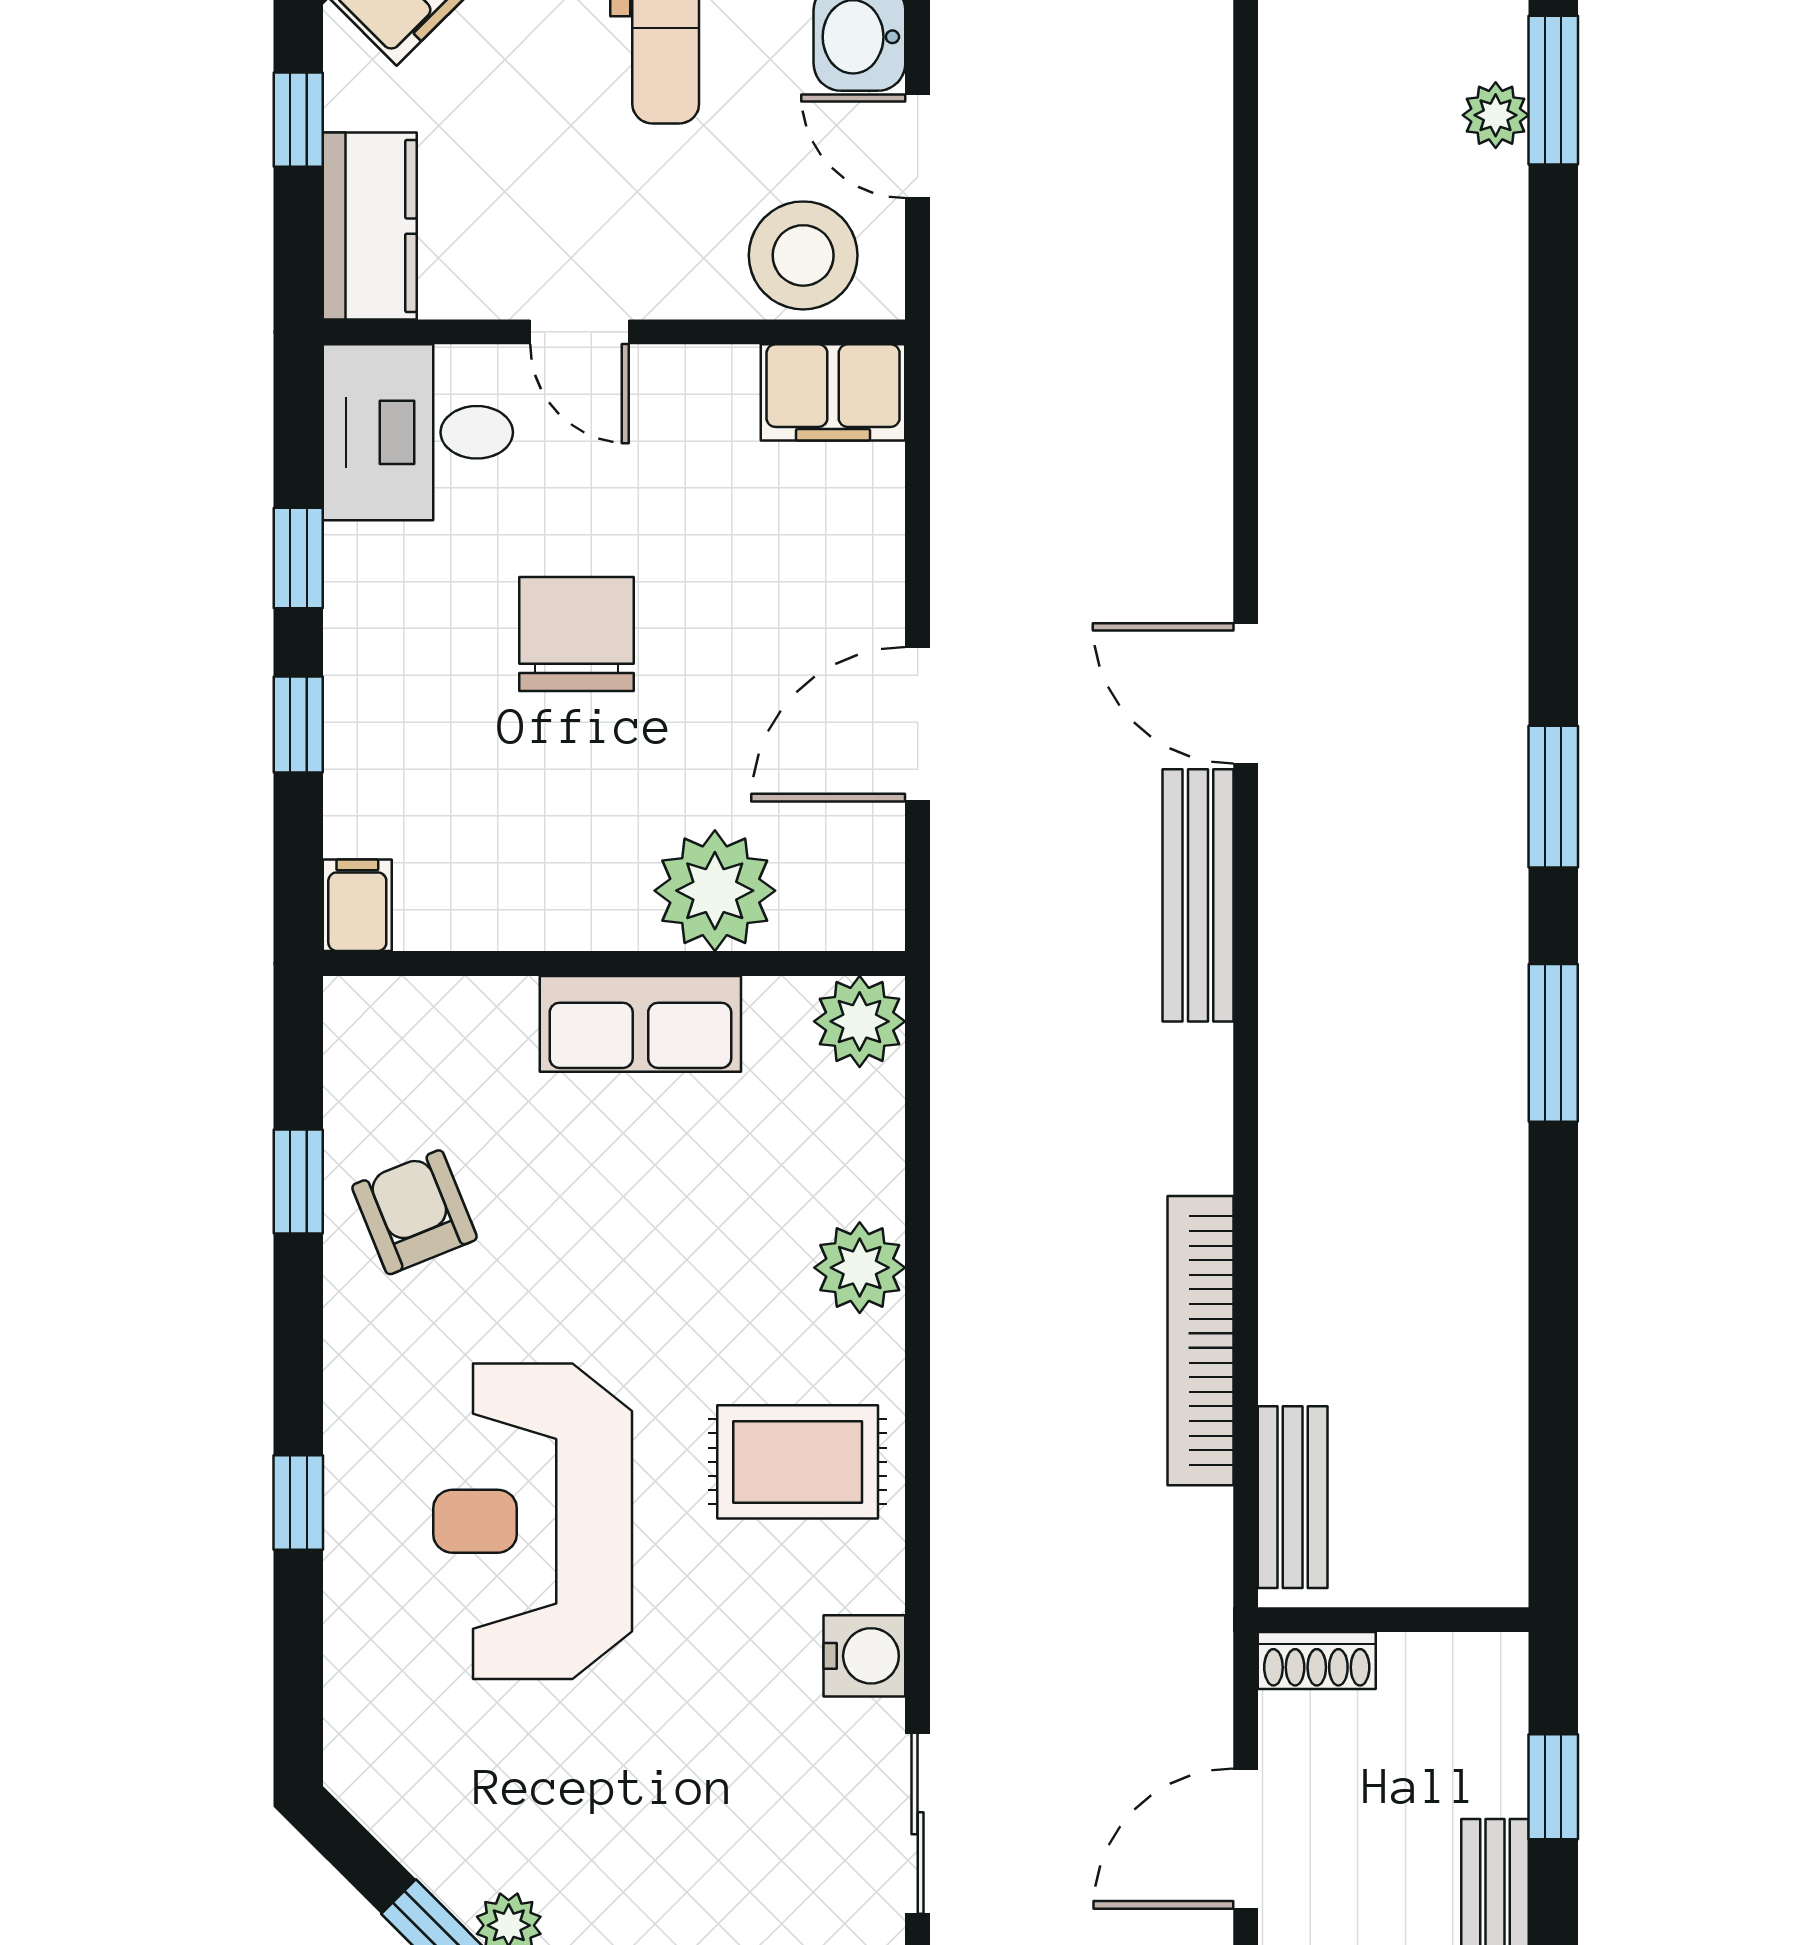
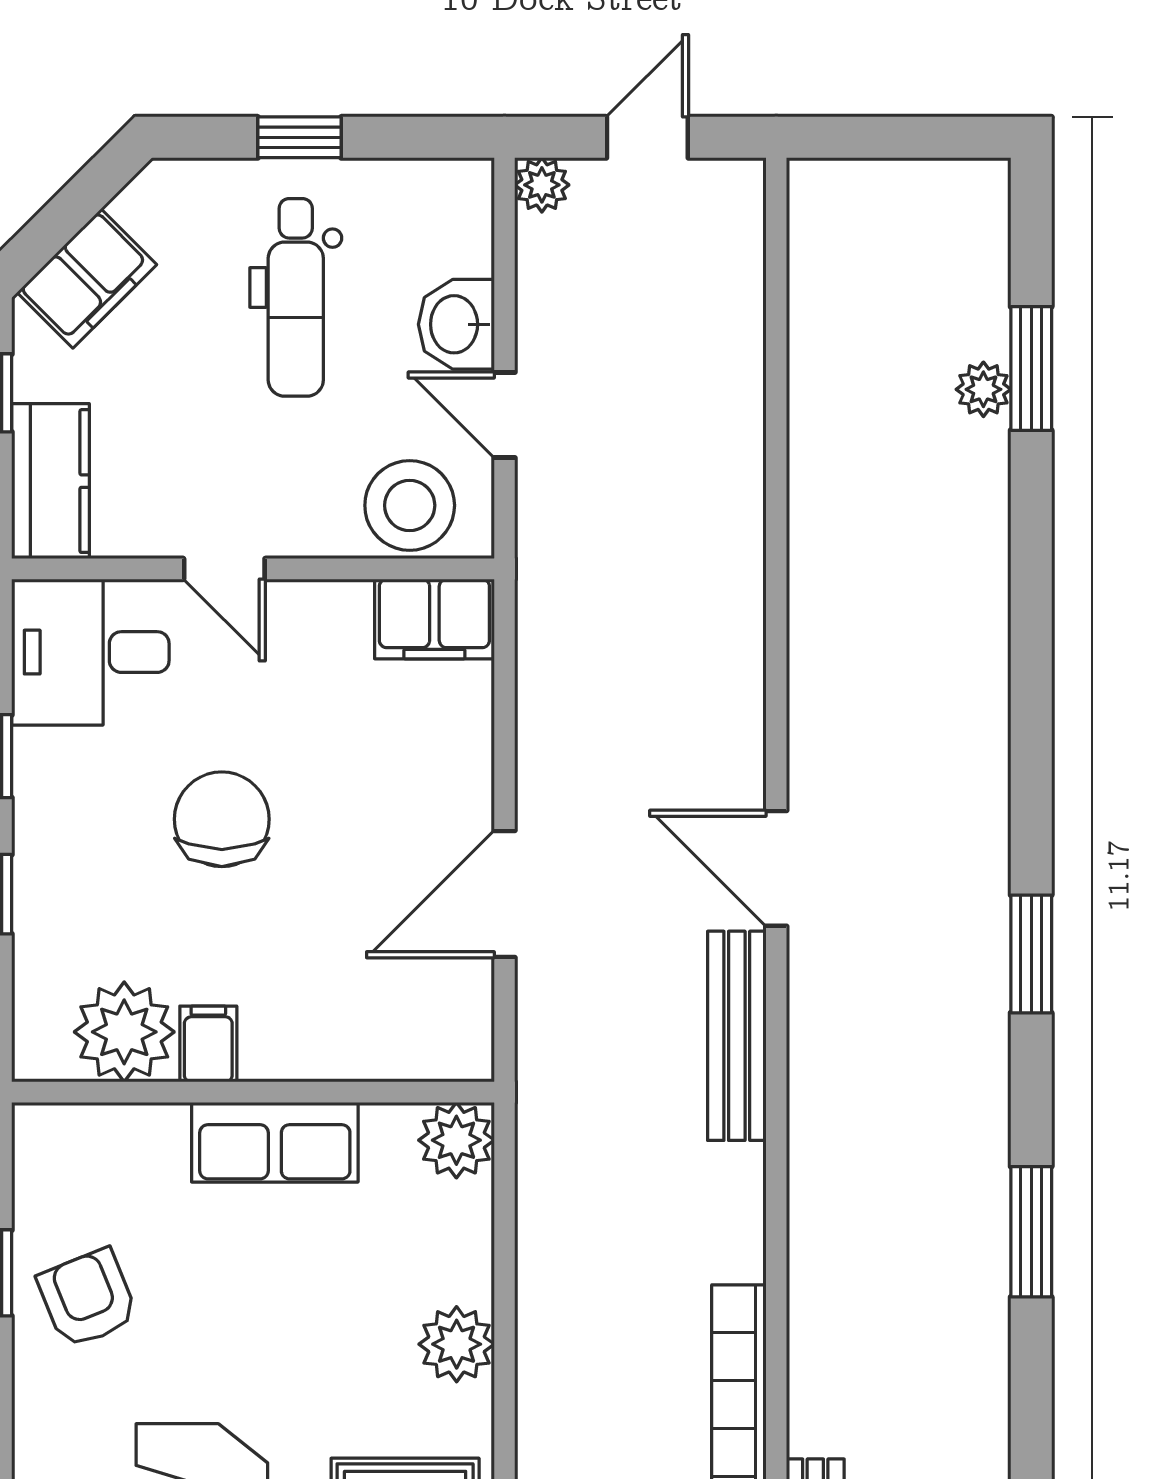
plant: (715, 891) -> (124, 1032), moved
filing cabinet: (357, 905) -> (208, 1044), moved
window: (1553, 1043) -> (1031, 1232), moved

